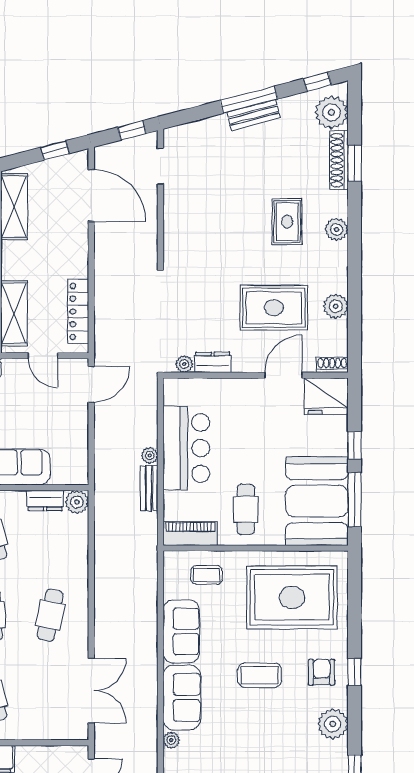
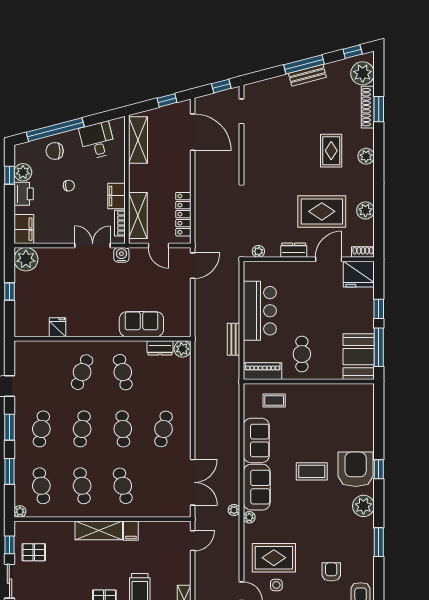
dresser: (213, 362) -> (294, 250), moved
plant: (150, 456) -> (234, 510), moved
booth: (317, 501) -> (359, 357), width x0.73, depth x0.70
rug: (292, 597) -> (335, 416), removed
armchair: (322, 672) -> (356, 469), width x1.88, depth x1.88

